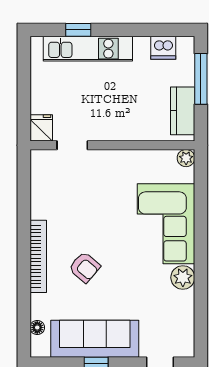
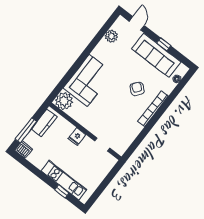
dishwasher: (163, 48) -> (24, 150), moved
fridge: (41, 128) -> (77, 137), moved
plant: (186, 158) -> (64, 101), width x1.88, depth x1.88
plant: (183, 278) -> (111, 36), moved

